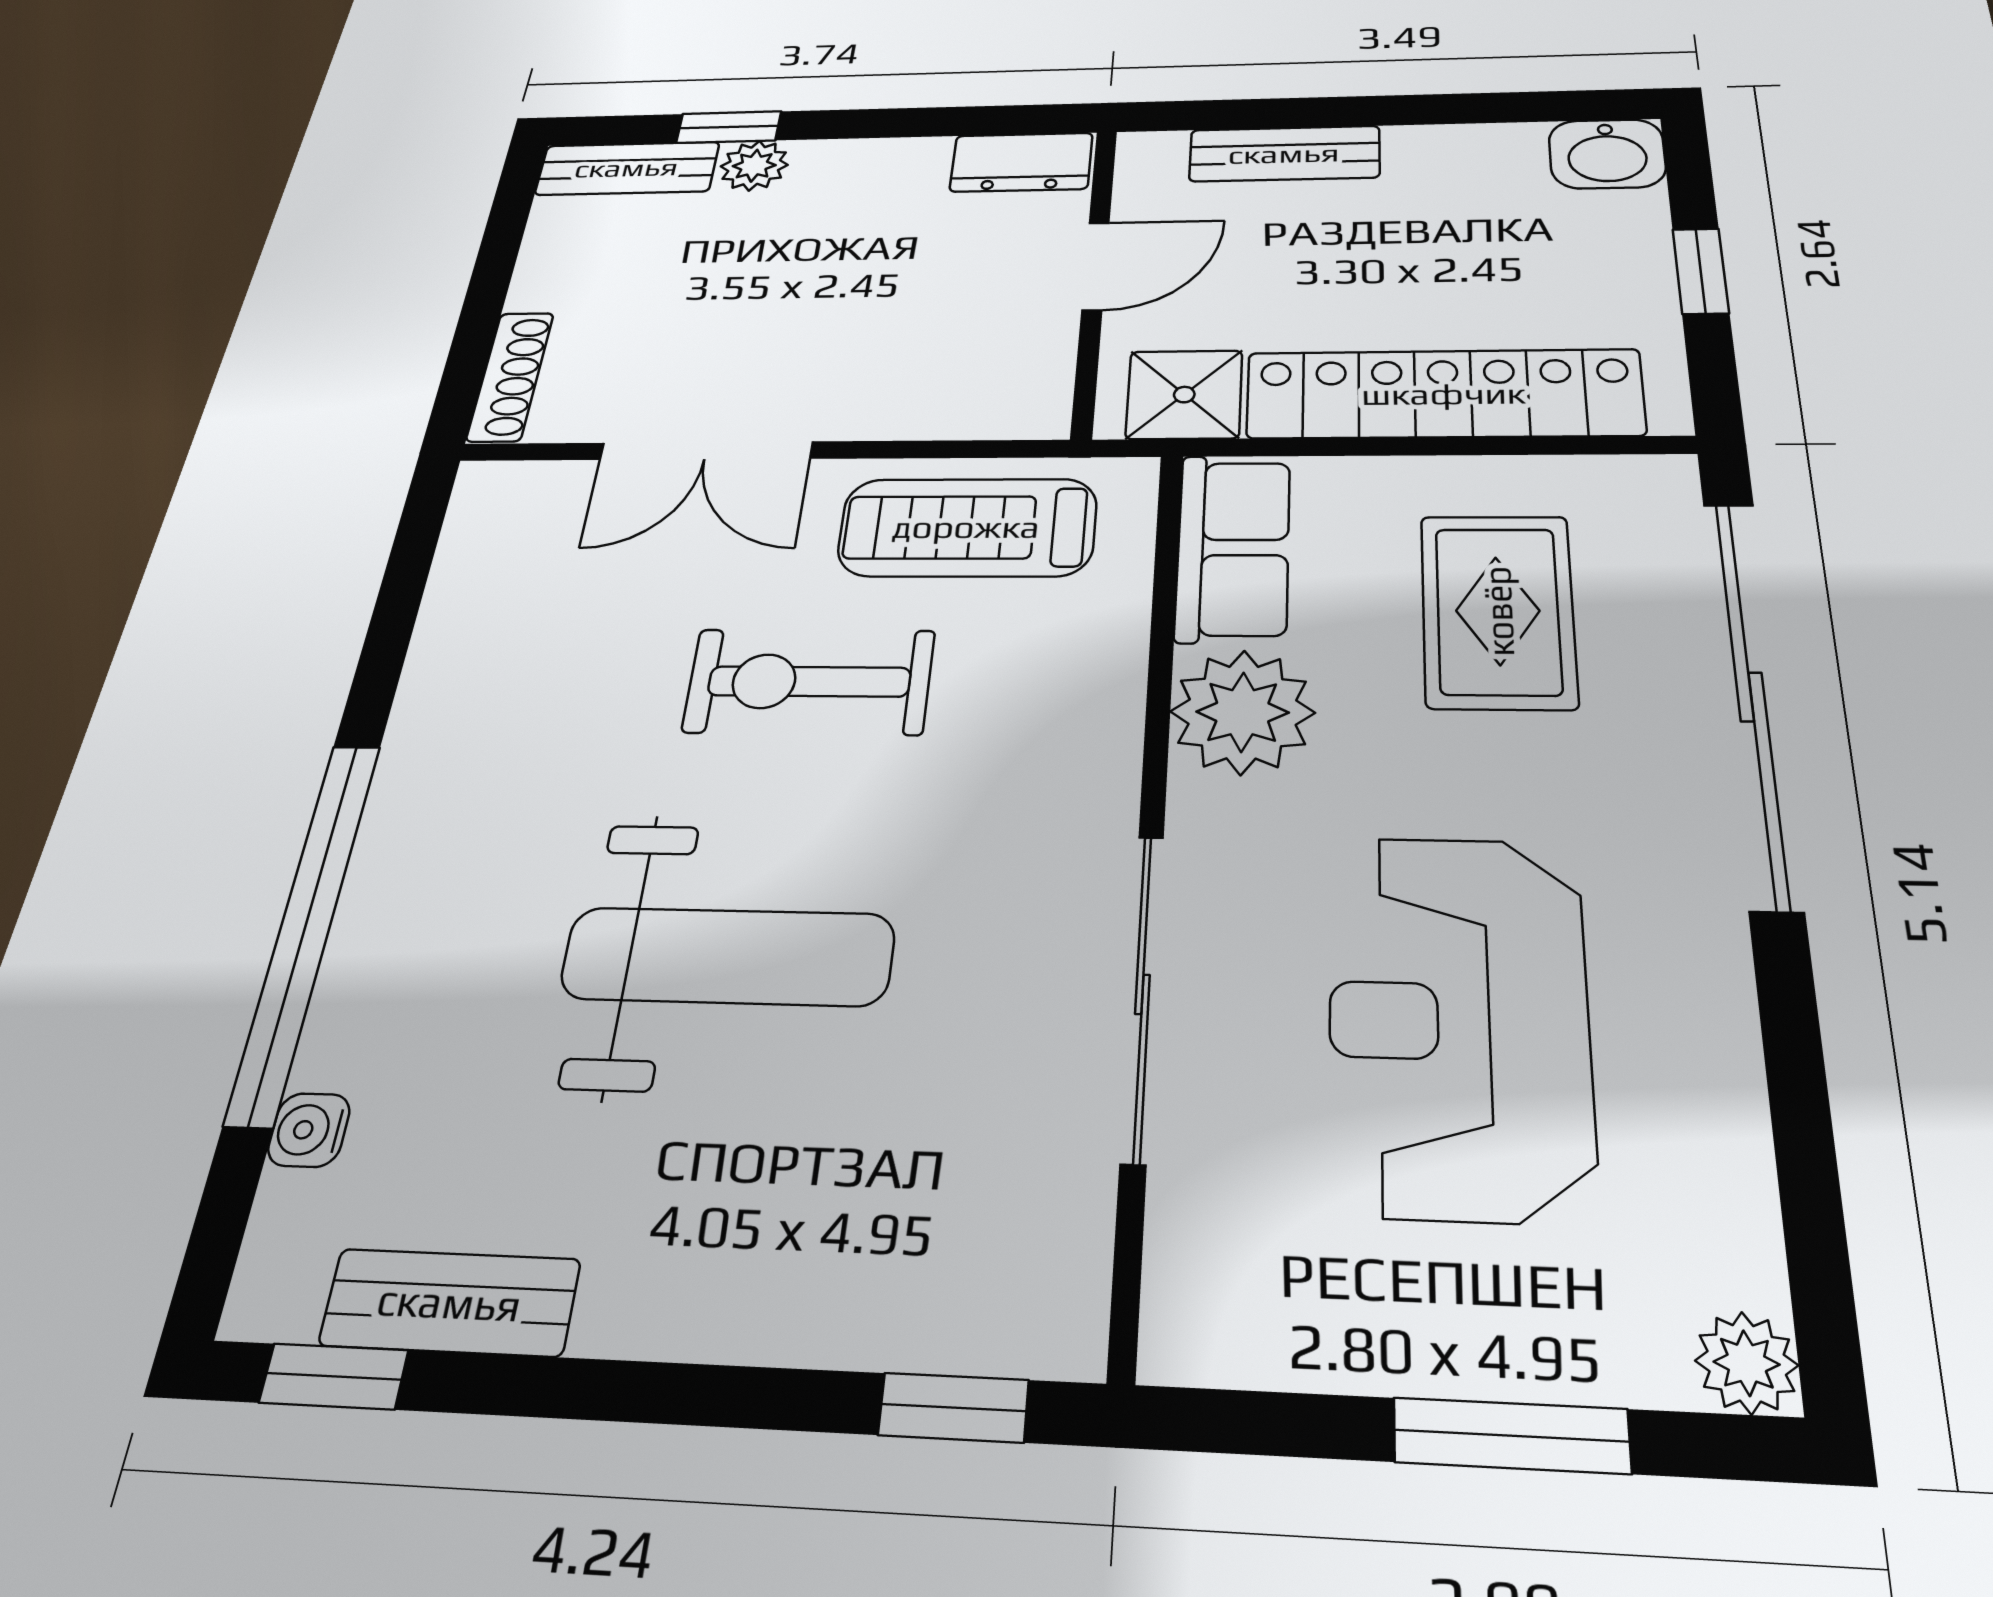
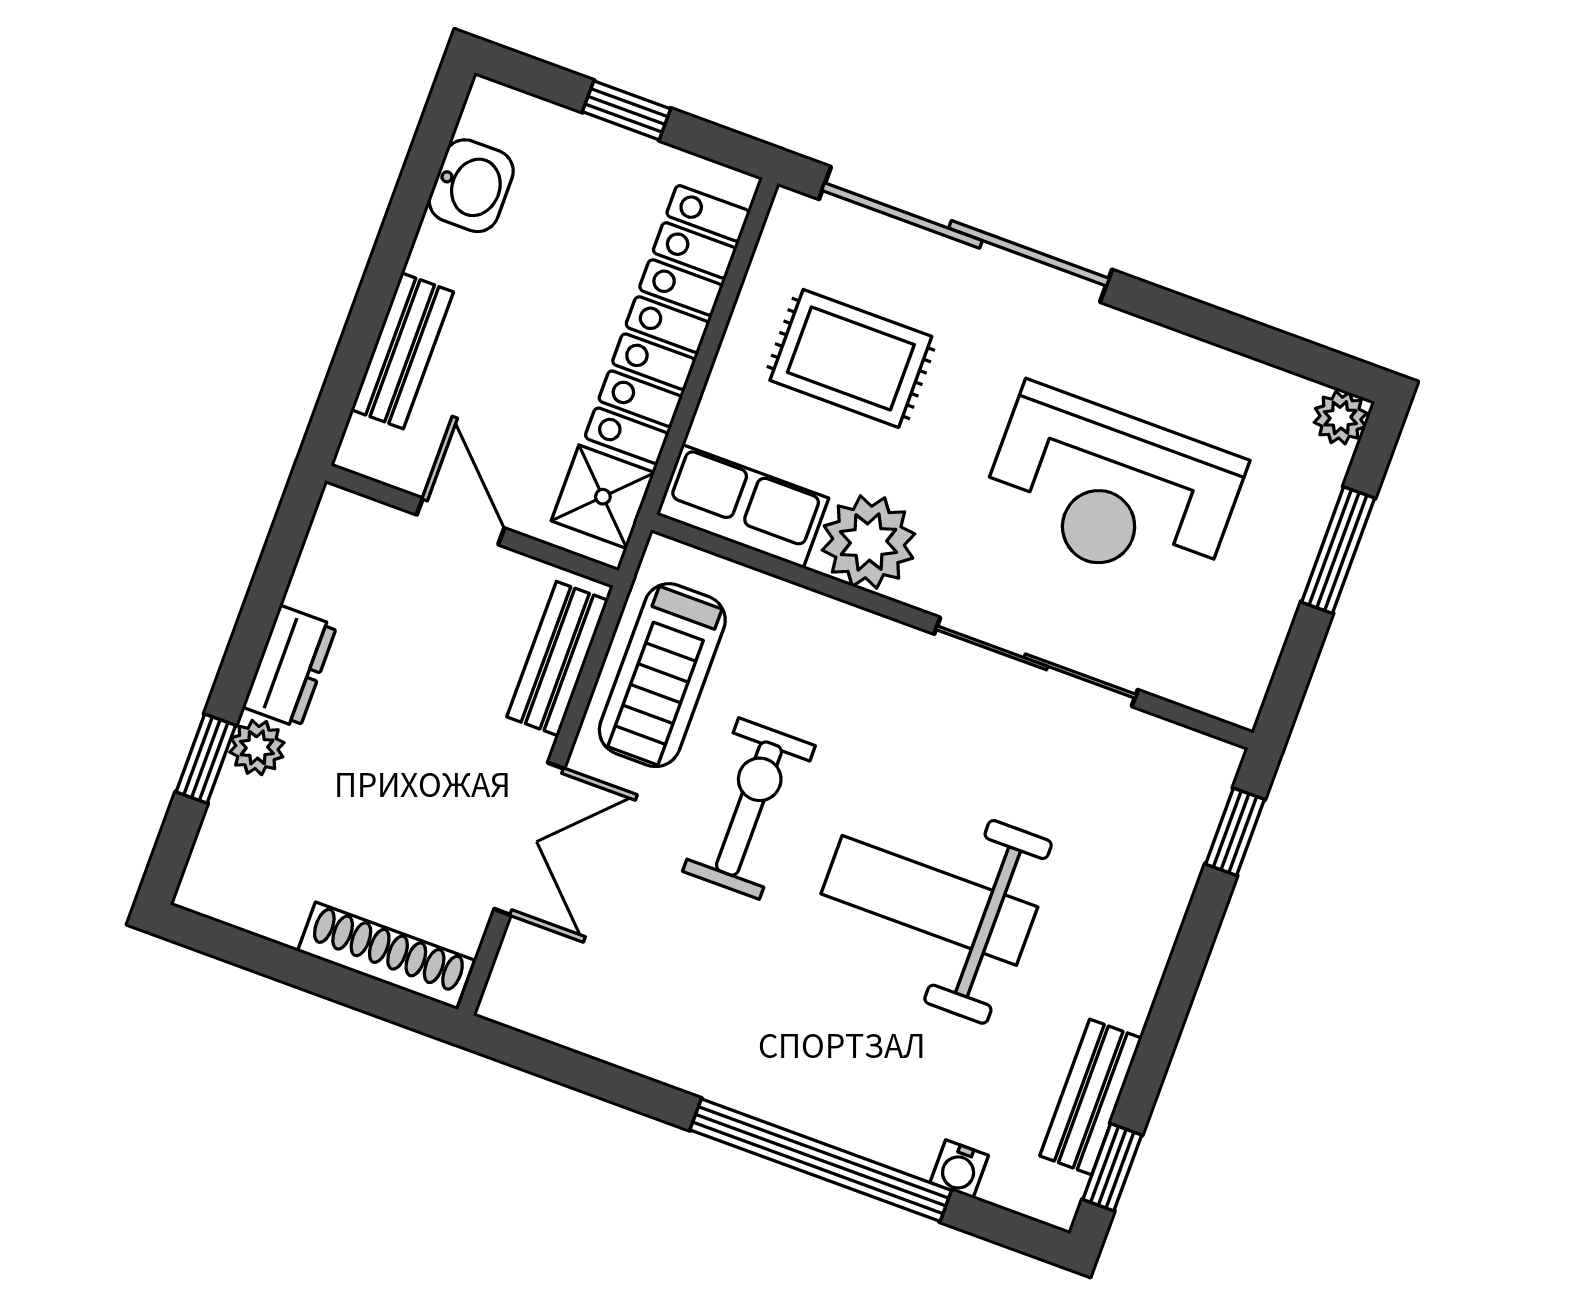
washbasin: (1607, 154) -> (471, 186), moved
dresser: (1021, 162) -> (290, 666), moved
bench: (627, 168) -> (557, 659), moved
shoe rack: (510, 376) -> (386, 956), width x1.36, depth x1.24
exercise bike: (809, 682) -> (749, 809), turned 180
weight bench: (727, 956) -> (929, 900), turned -90

